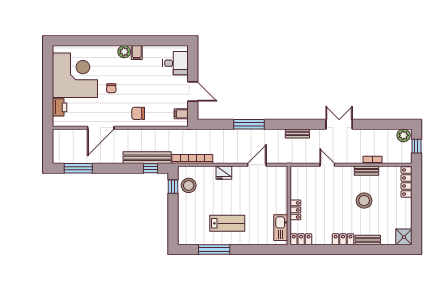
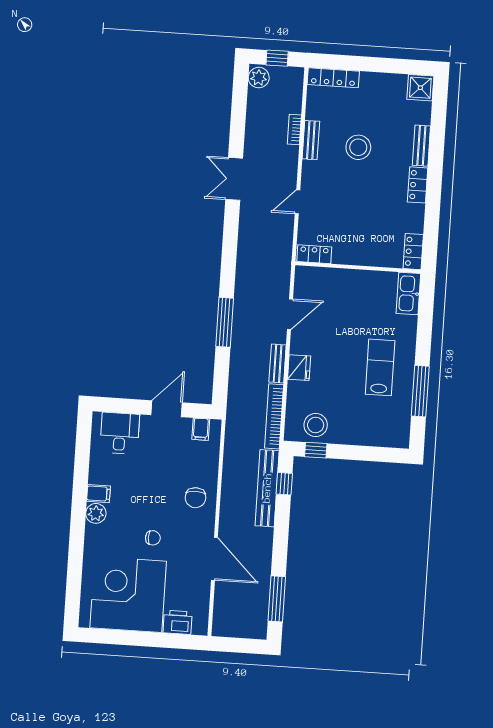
bench: (297, 133) -> (278, 363), moved
door: (257, 165) -> (290, 314), swing flipped
locker: (295, 210) -> (314, 254), moved
kitchen sink: (281, 228) -> (408, 294), moved, turned 90

